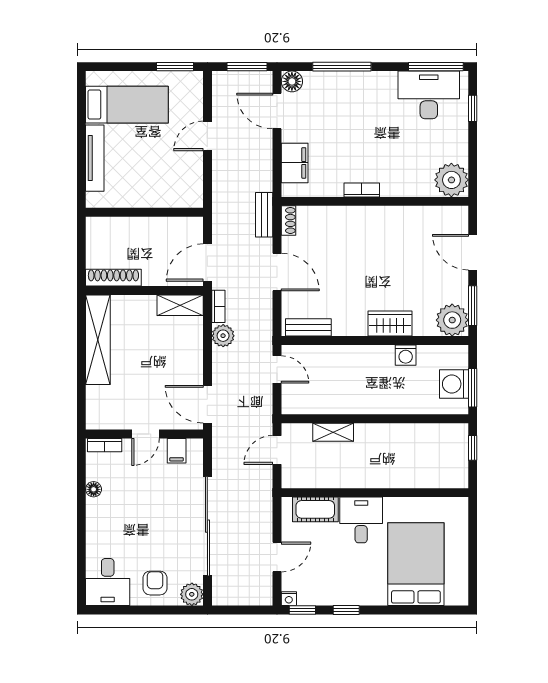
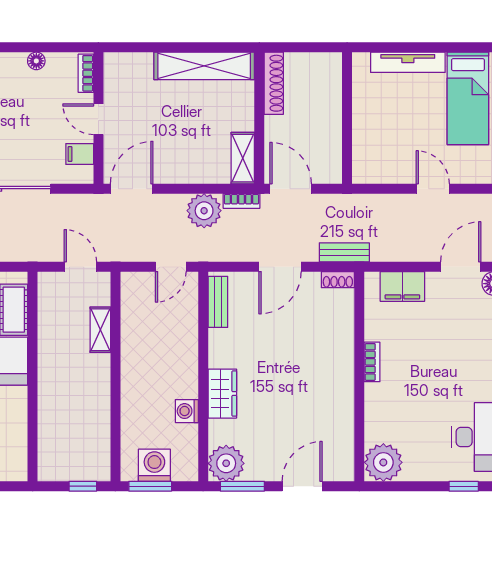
plant: (223, 336) -> (204, 211), width x1.36, depth x1.36

